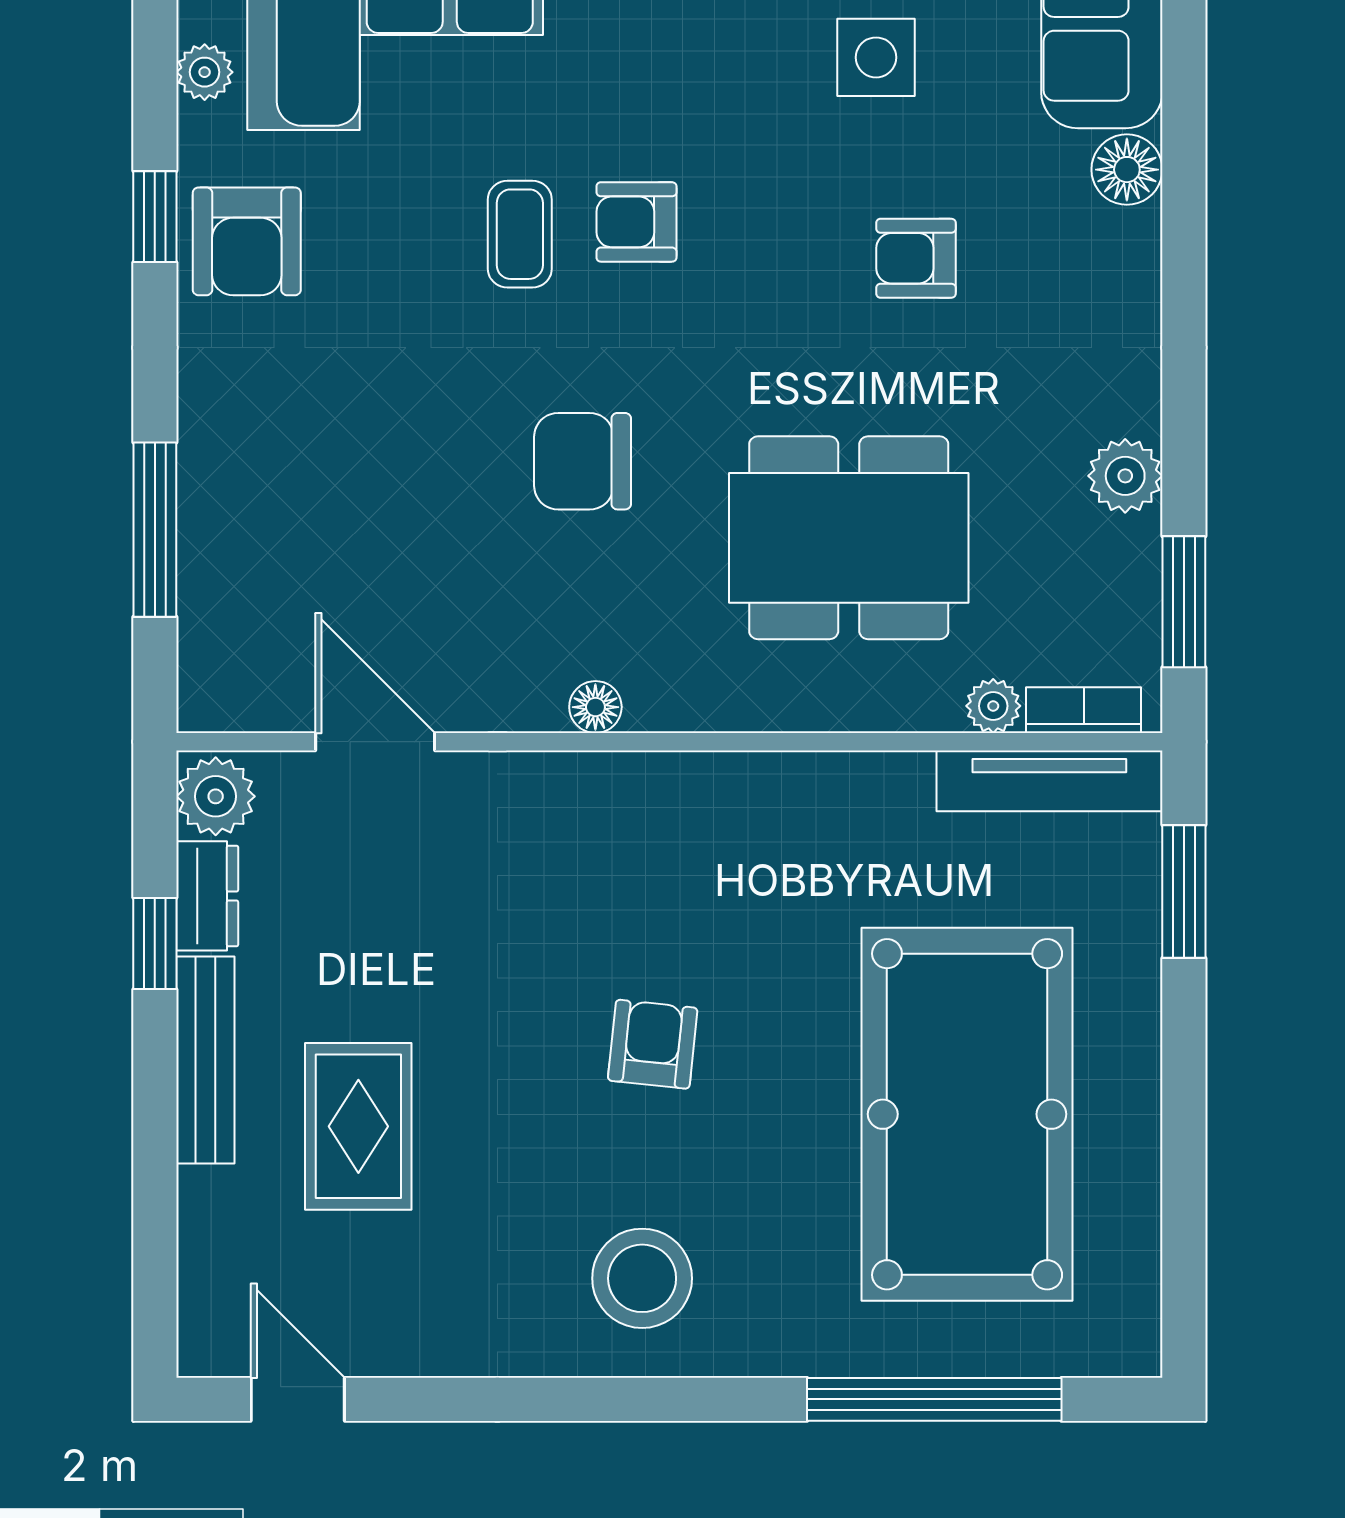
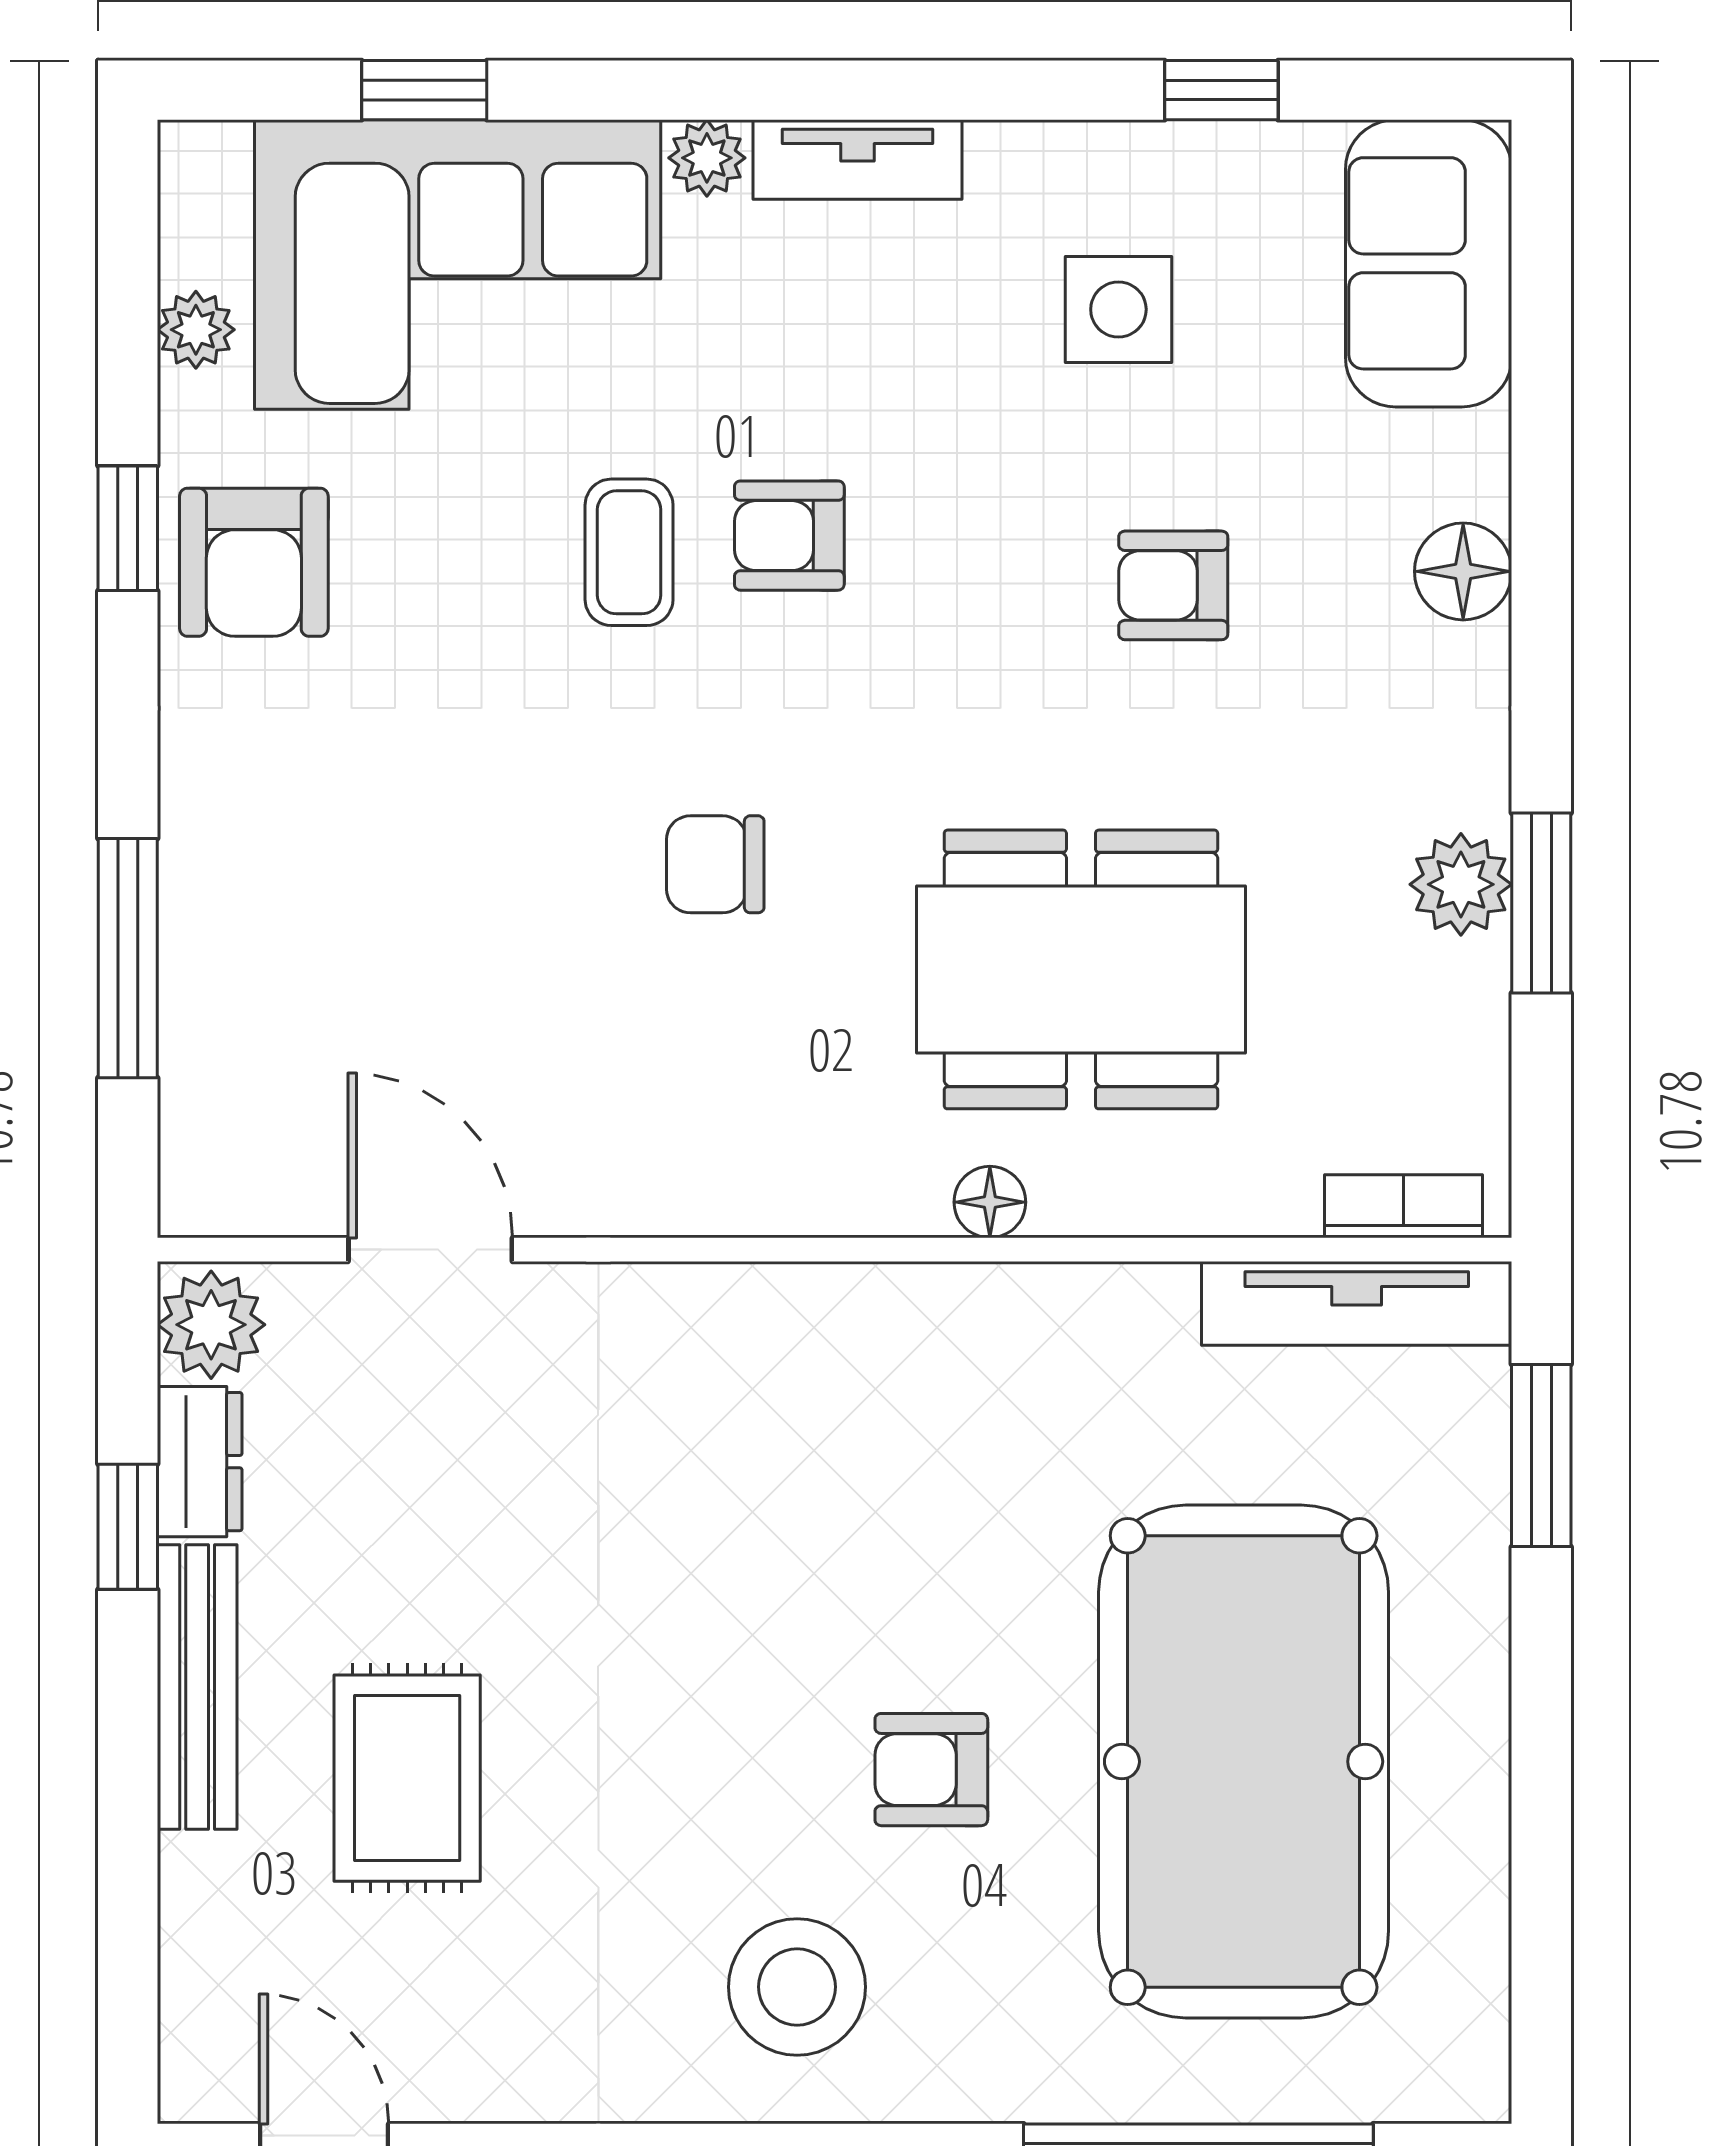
floor lamp: (1127, 170) -> (1463, 571), moved
chair: (583, 461) -> (715, 864), width x0.73, depth x0.73
window: (1184, 602) -> (1541, 903), moved
plant: (993, 706) -> (1279, 1201), removed
floor lamp: (595, 707) -> (990, 1202), moved
armchair: (653, 1044) -> (931, 1770), moved, turned -96

